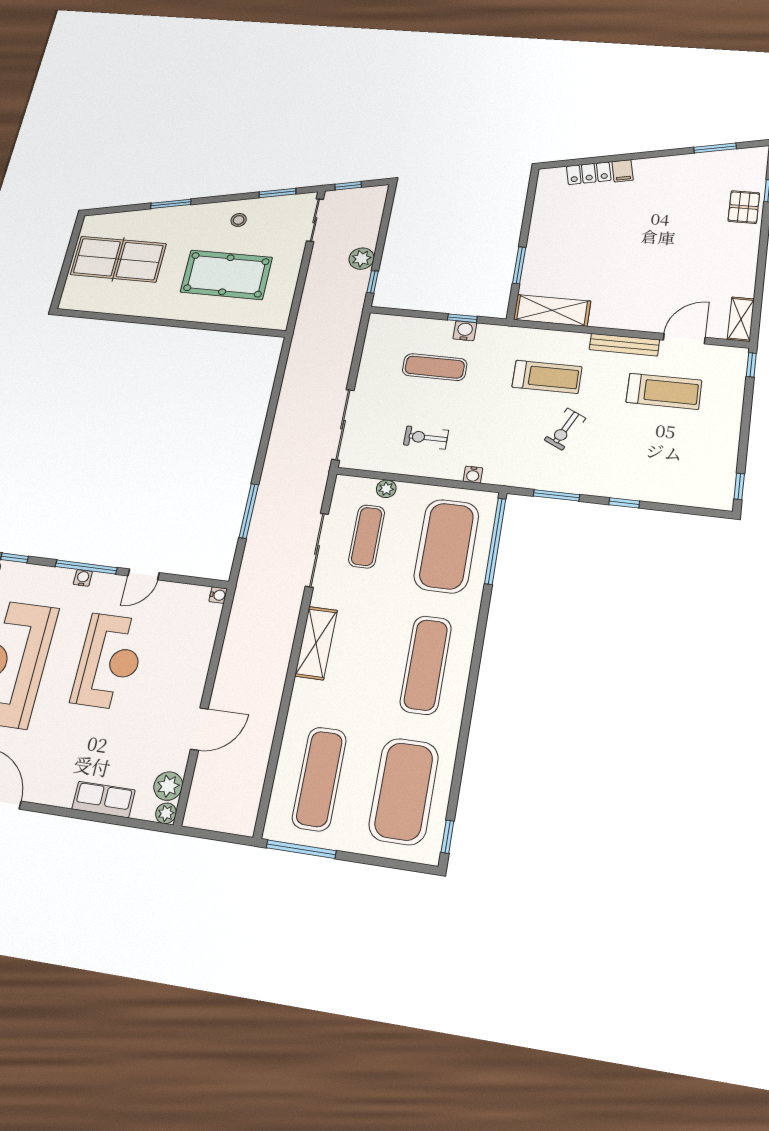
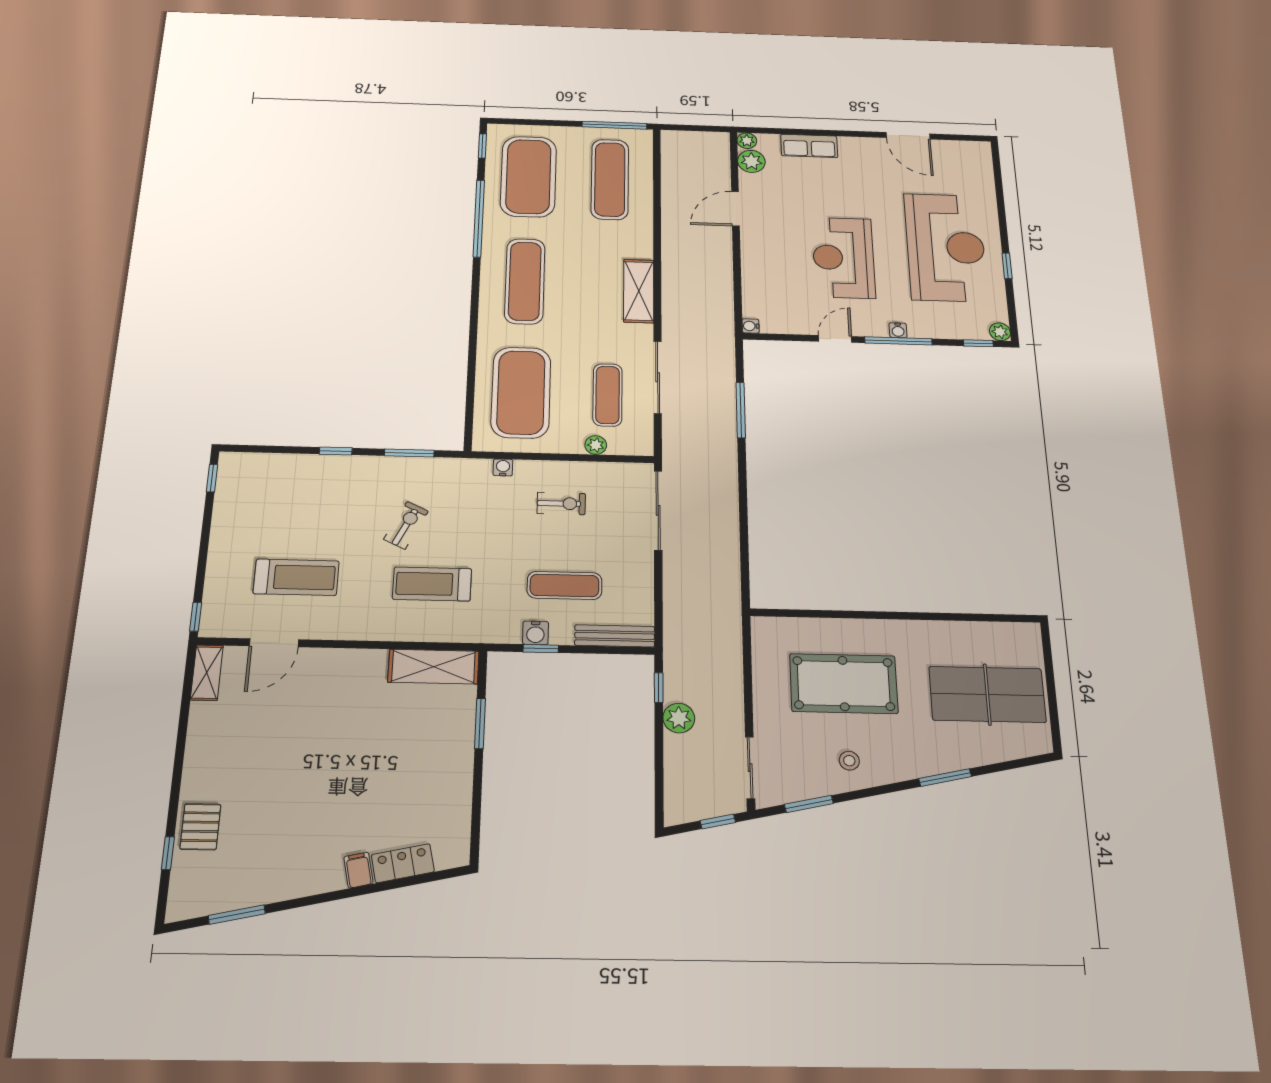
bench: (624, 345) -> (615, 636), moved
treadmill: (664, 391) -> (296, 577), turned 180
window: (495, 541) -> (479, 218), moved

